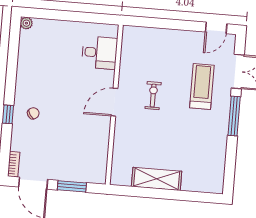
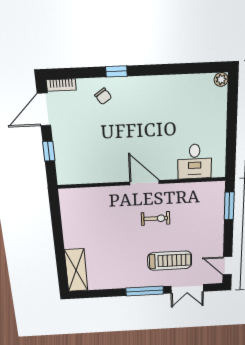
window: (149, 22) -> (229, 206), added
chair: (33, 113) -> (103, 96), moved
shelving: (157, 179) -> (76, 270), moved
window: (72, 186) -> (49, 151), width x0.67

